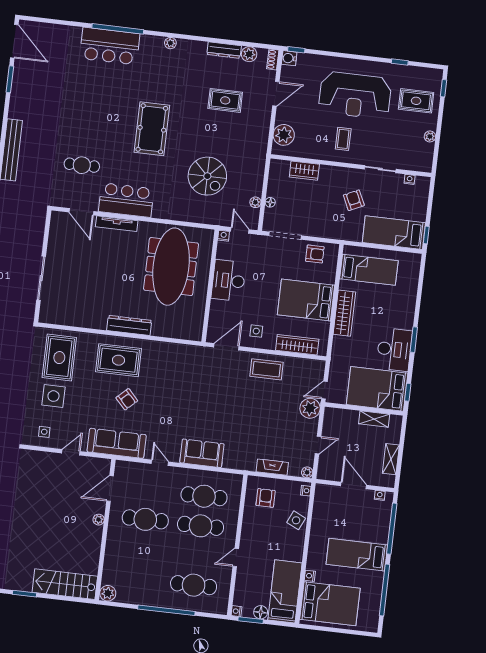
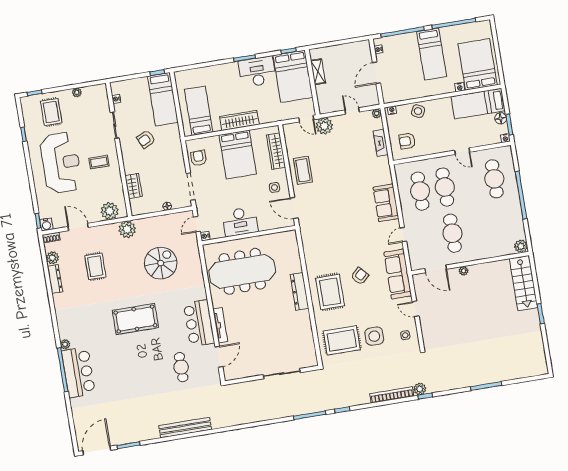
plant: (170, 43) -> (65, 344), moved
plant: (255, 202) -> (127, 229), moved, width x1.88, depth x1.88
shelving: (391, 459) -> (347, 49), removed

